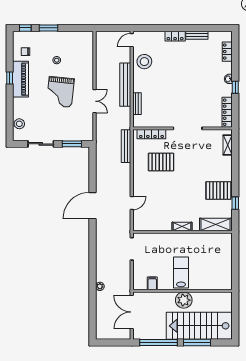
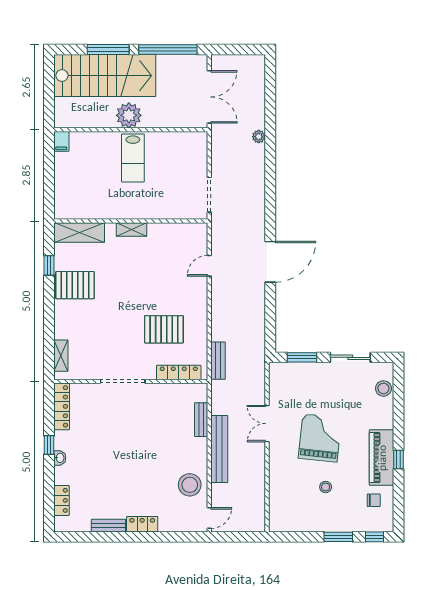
bench: (126, 146) -> (218, 361), width x0.73
filing cabinet: (152, 283) -> (61, 141), moved

